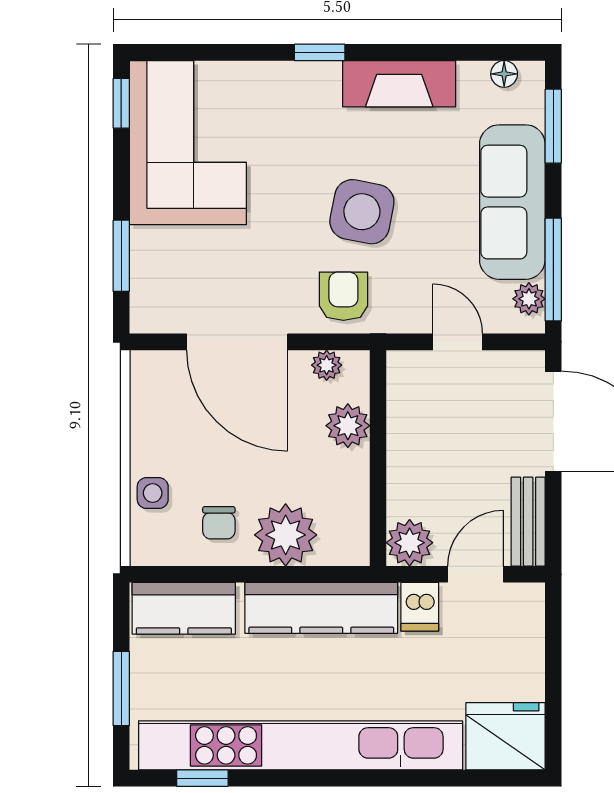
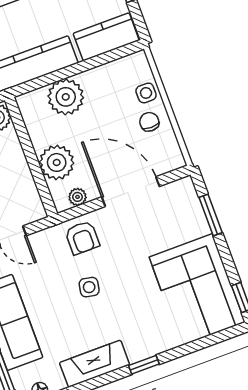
side table: (362, 212) -> (89, 287), width x0.54, depth x0.54
plant: (348, 426) -> (57, 162), width x1.36, depth x1.36
chair: (219, 523) -> (149, 122), moved

